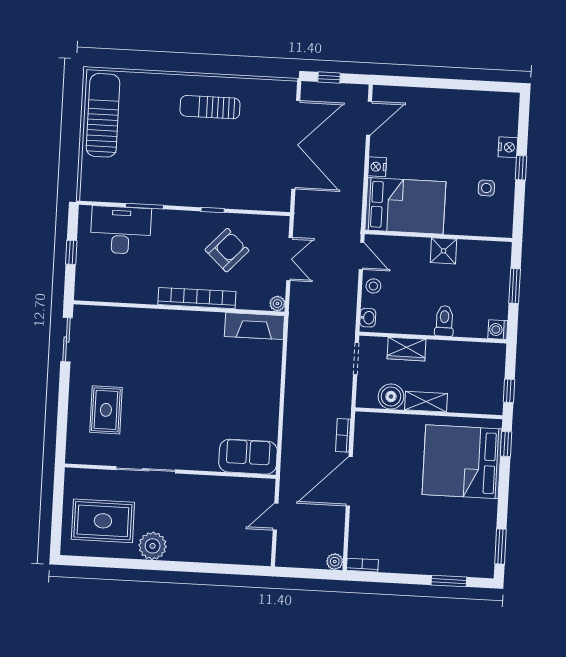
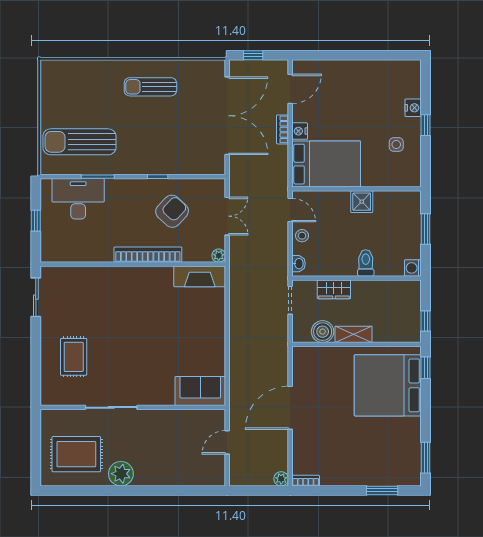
sun lounger: (103, 115) -> (79, 142), moved, turned -90
bookcase: (343, 435) -> (283, 129), moved

